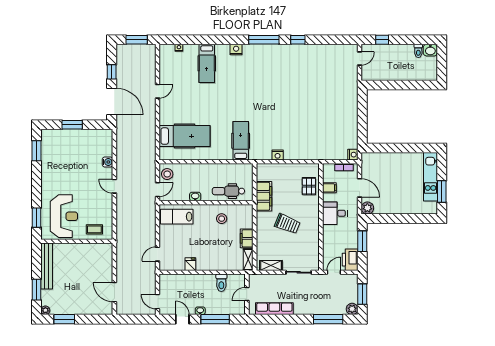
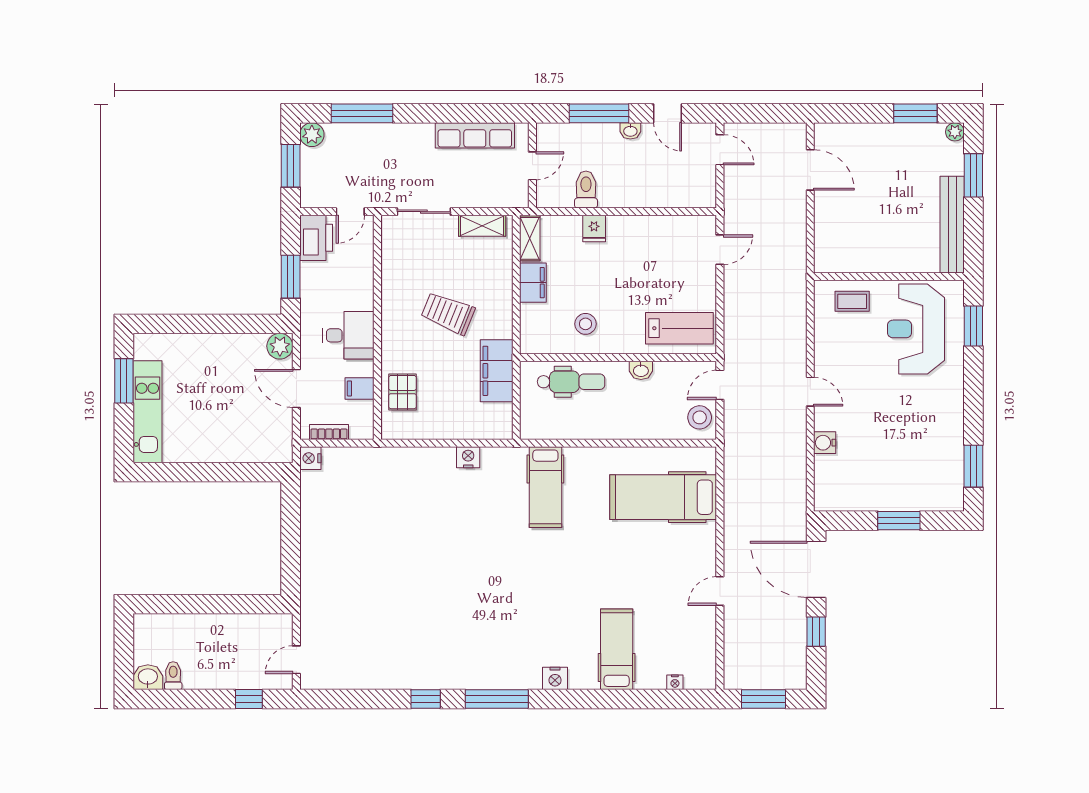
fridge: (190, 264) -> (594, 229), moved

